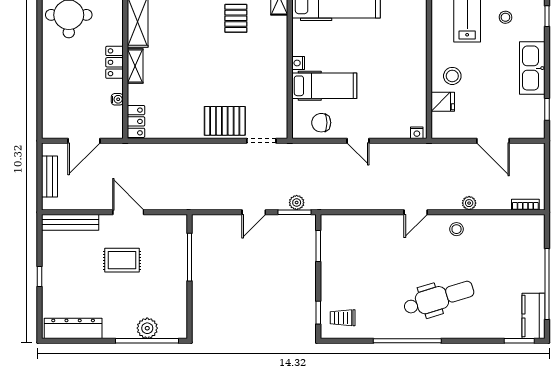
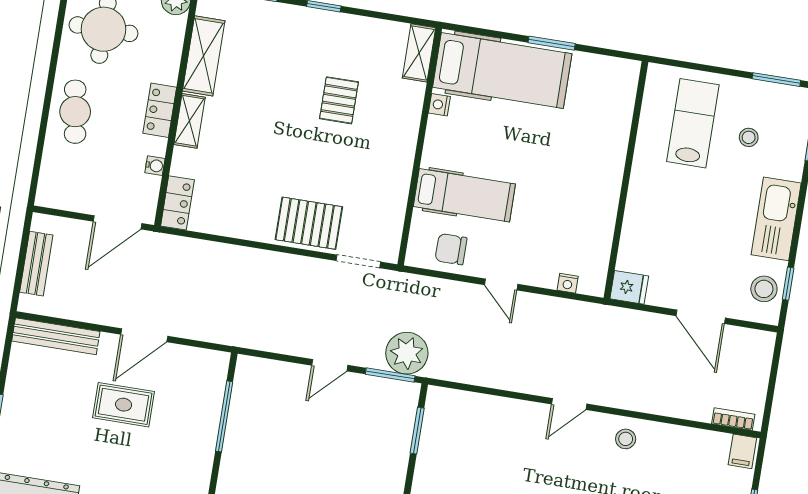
pallet: (236, 18) -> (339, 100), moved
nightstand: (298, 63) -> (439, 105), moved
cafe table: (59, 72) -> (75, 112), added
stool: (452, 76) -> (764, 289), moved
fridge: (443, 102) -> (629, 287), moved
nightstand: (417, 133) -> (568, 283), moved
door: (84, 141) -> (117, 222), moved
plant: (297, 203) -> (407, 353), width x1.88, depth x1.88
plant: (469, 203) -> (650, 403), removed
door: (128, 212) -> (144, 335), swing flipped
filing cabinet: (535, 225) -> (742, 451), added

